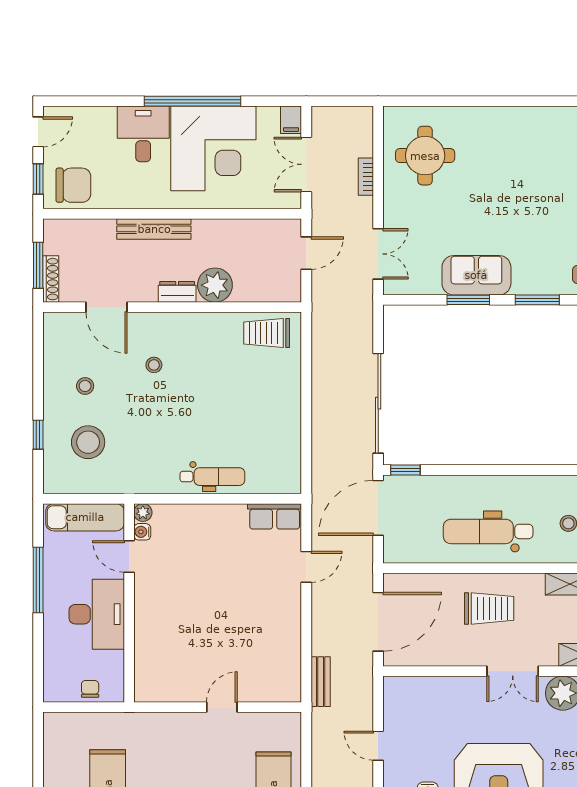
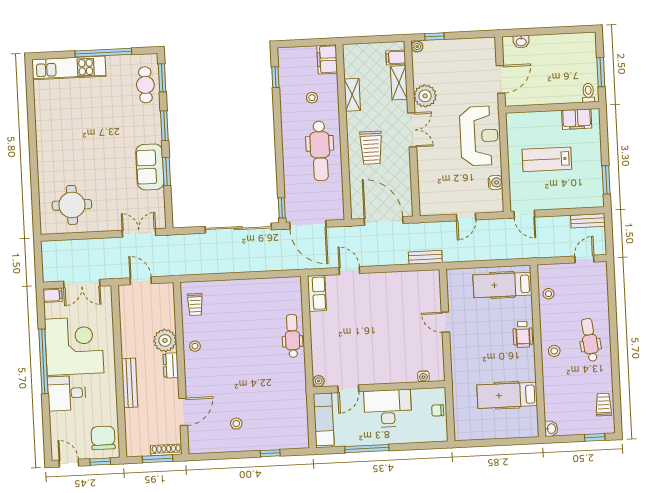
bookcase: (366, 177) -> (88, 244), removed
trolley: (267, 333) -> (195, 304), width x0.73, depth x0.72
stool: (154, 365) -> (195, 346), moved
stool: (88, 442) -> (274, 420), removed
water cooler: (142, 532) -> (423, 376), moved
trolley: (489, 608) -> (371, 148), turned 180

